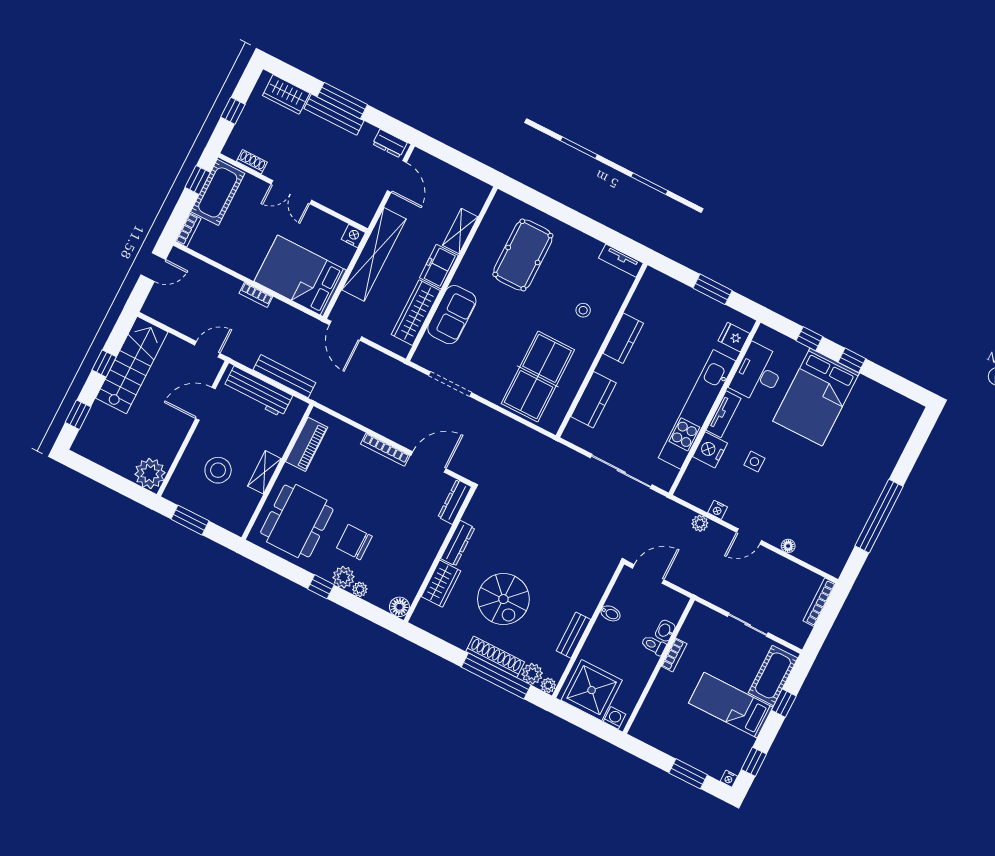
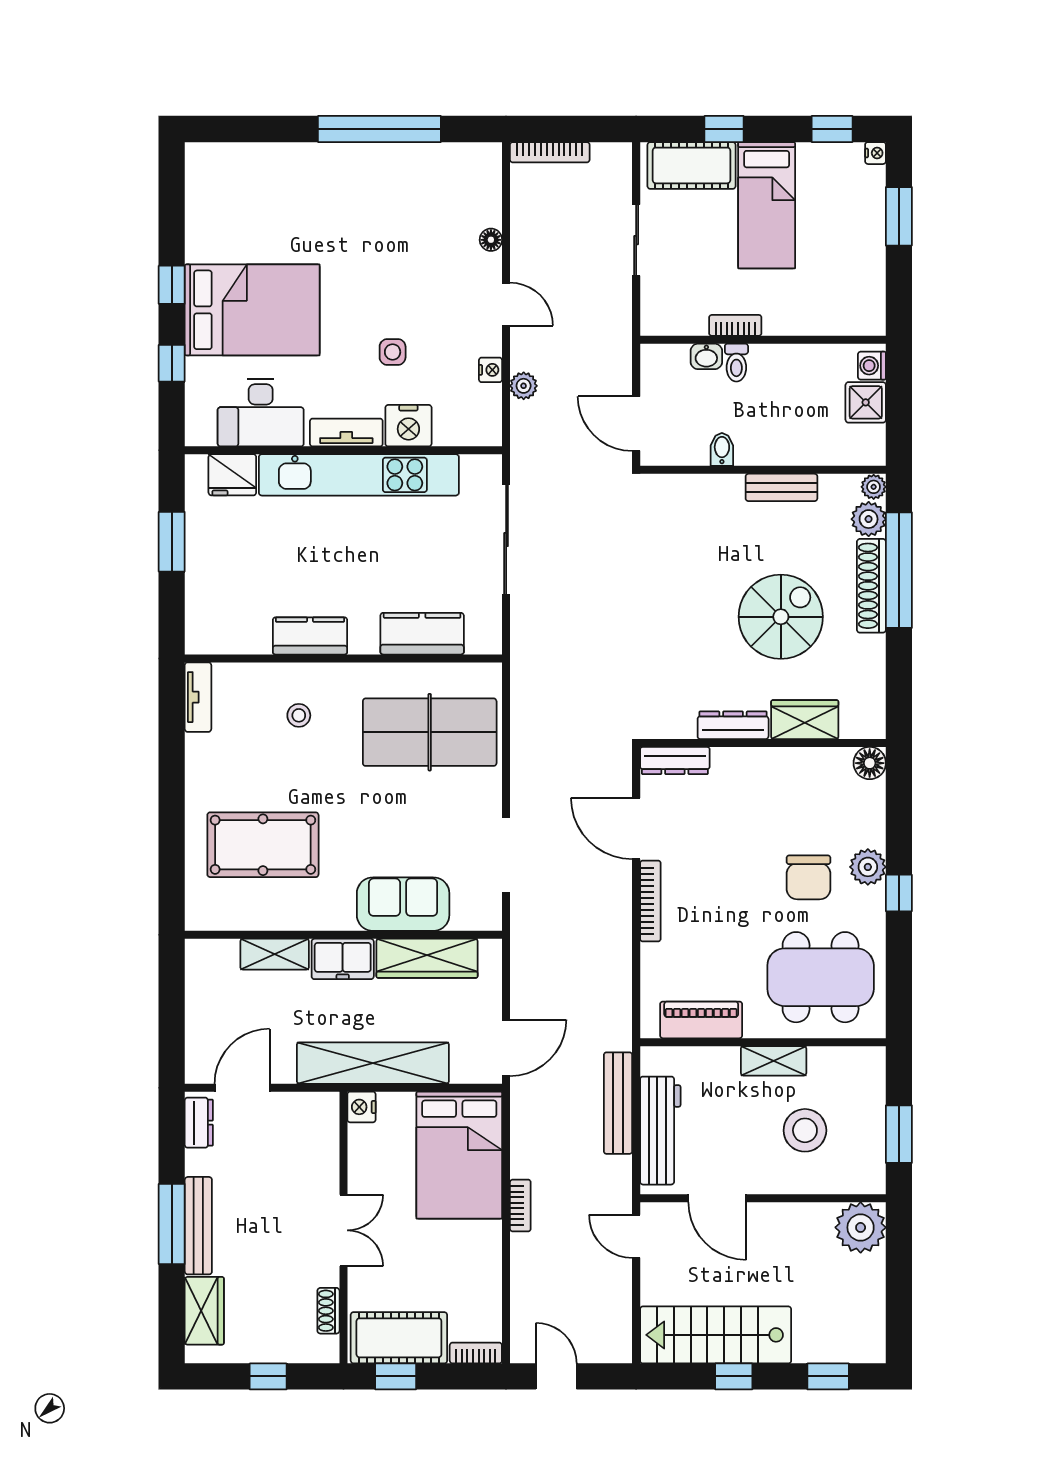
fridge: (734, 337) -> (232, 475), width x1.38
plant: (360, 589) -> (874, 834), removed
shower: (592, 690) -> (866, 402), width x0.54, depth x0.54

